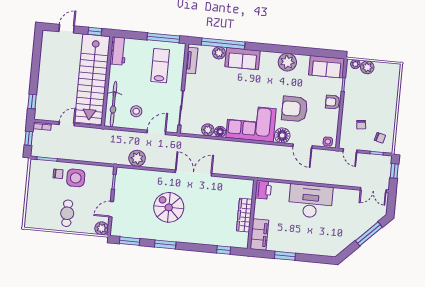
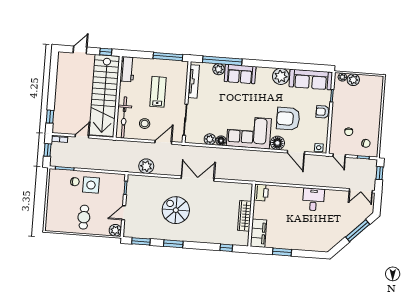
tv unit: (192, 61) -> (194, 81), width x1.41
lab bench: (160, 66) -> (158, 92), moved
sofa: (327, 67) -> (311, 80), width x1.36
desk: (310, 201) -> (313, 199), width x0.53, depth x0.77

